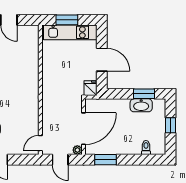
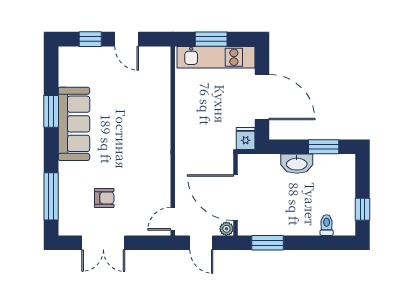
door: (102, 60) -> (262, 97), width x1.36
washbasin: (141, 105) -> (297, 164), moved
window: (171, 125) -> (362, 209), moved
door: (84, 129) -> (235, 198), swing flipped

